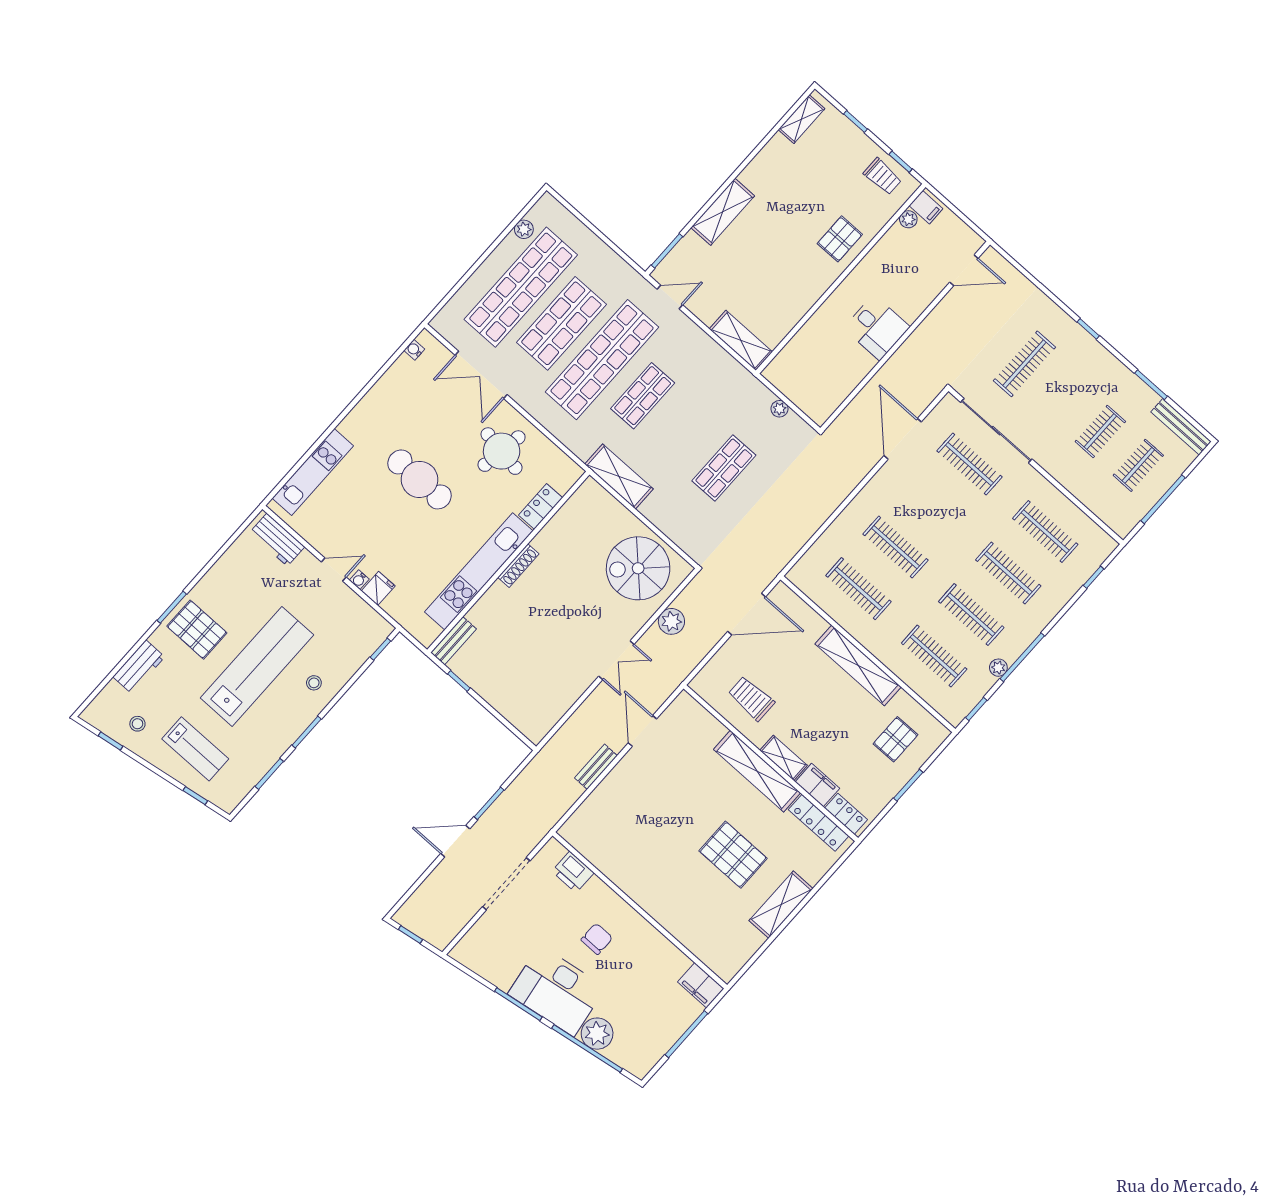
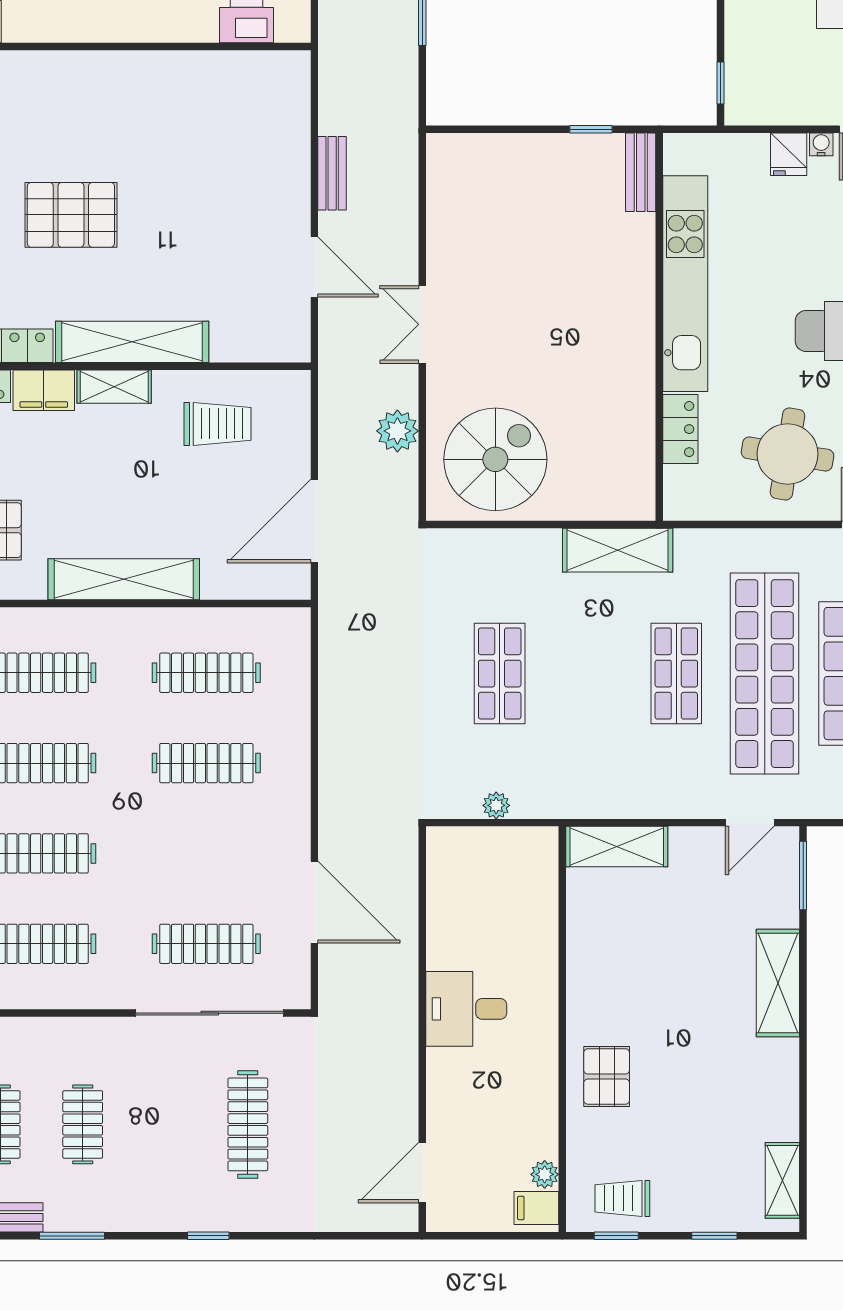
shoe rack: (518, 566) -> (643, 333), removed

